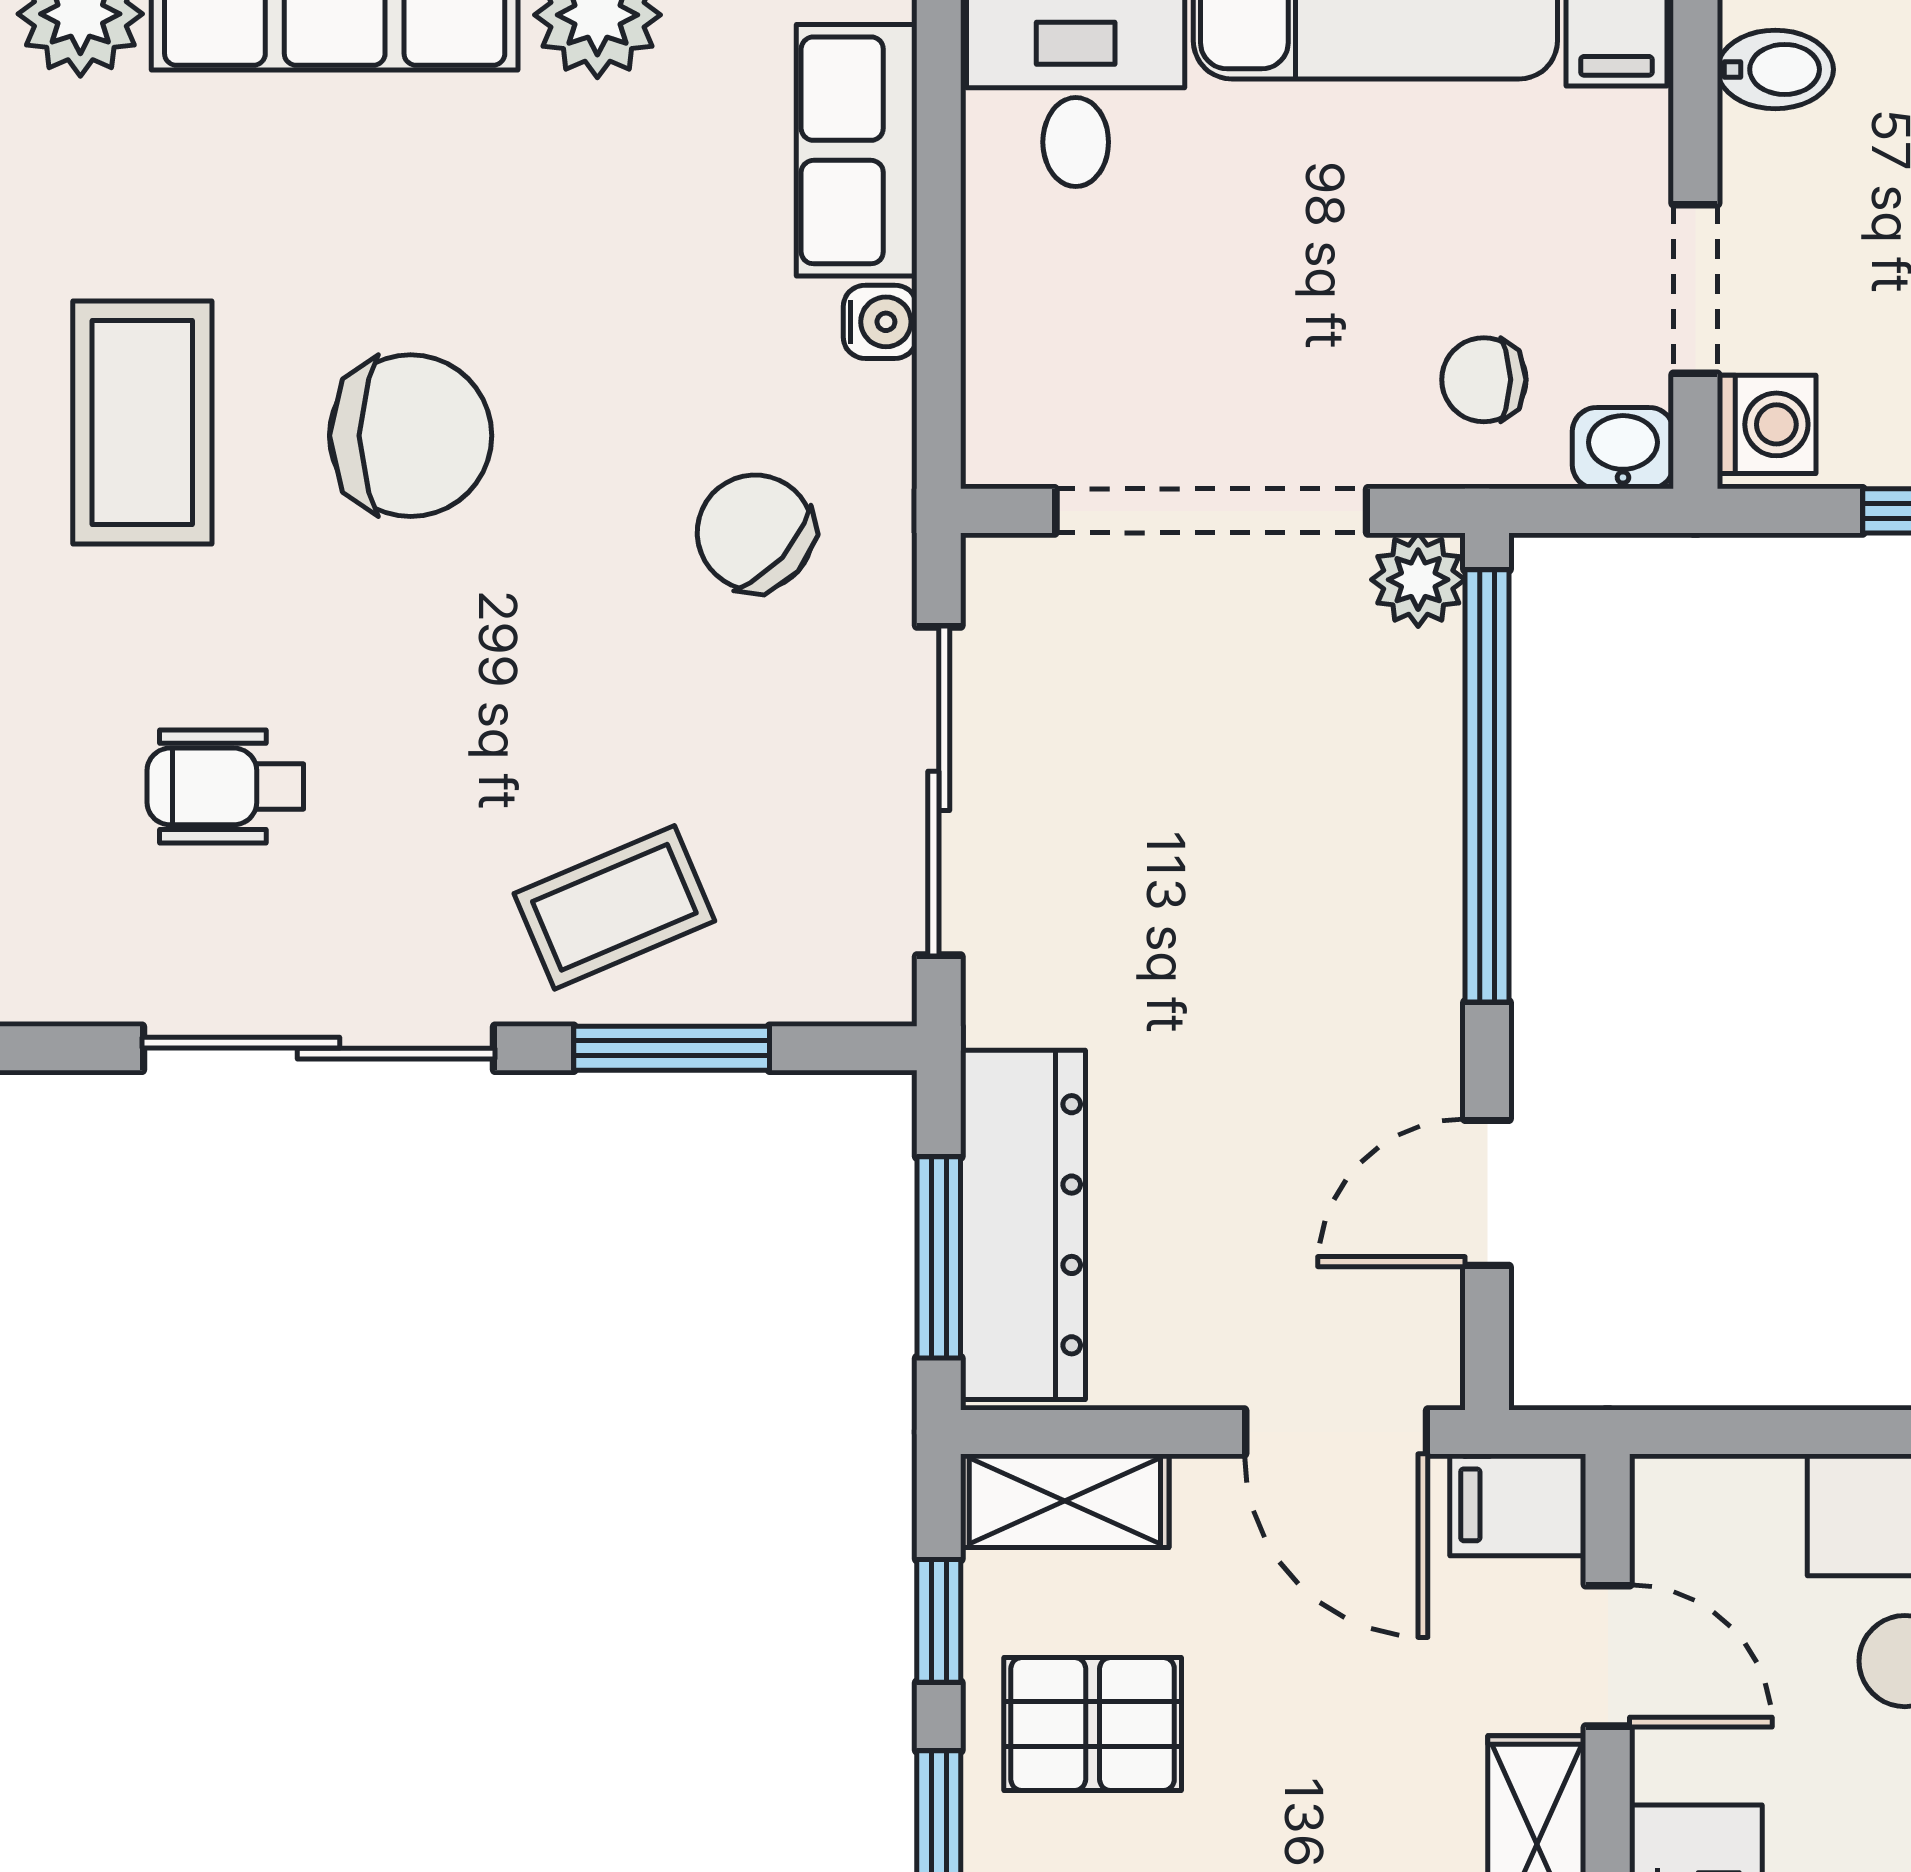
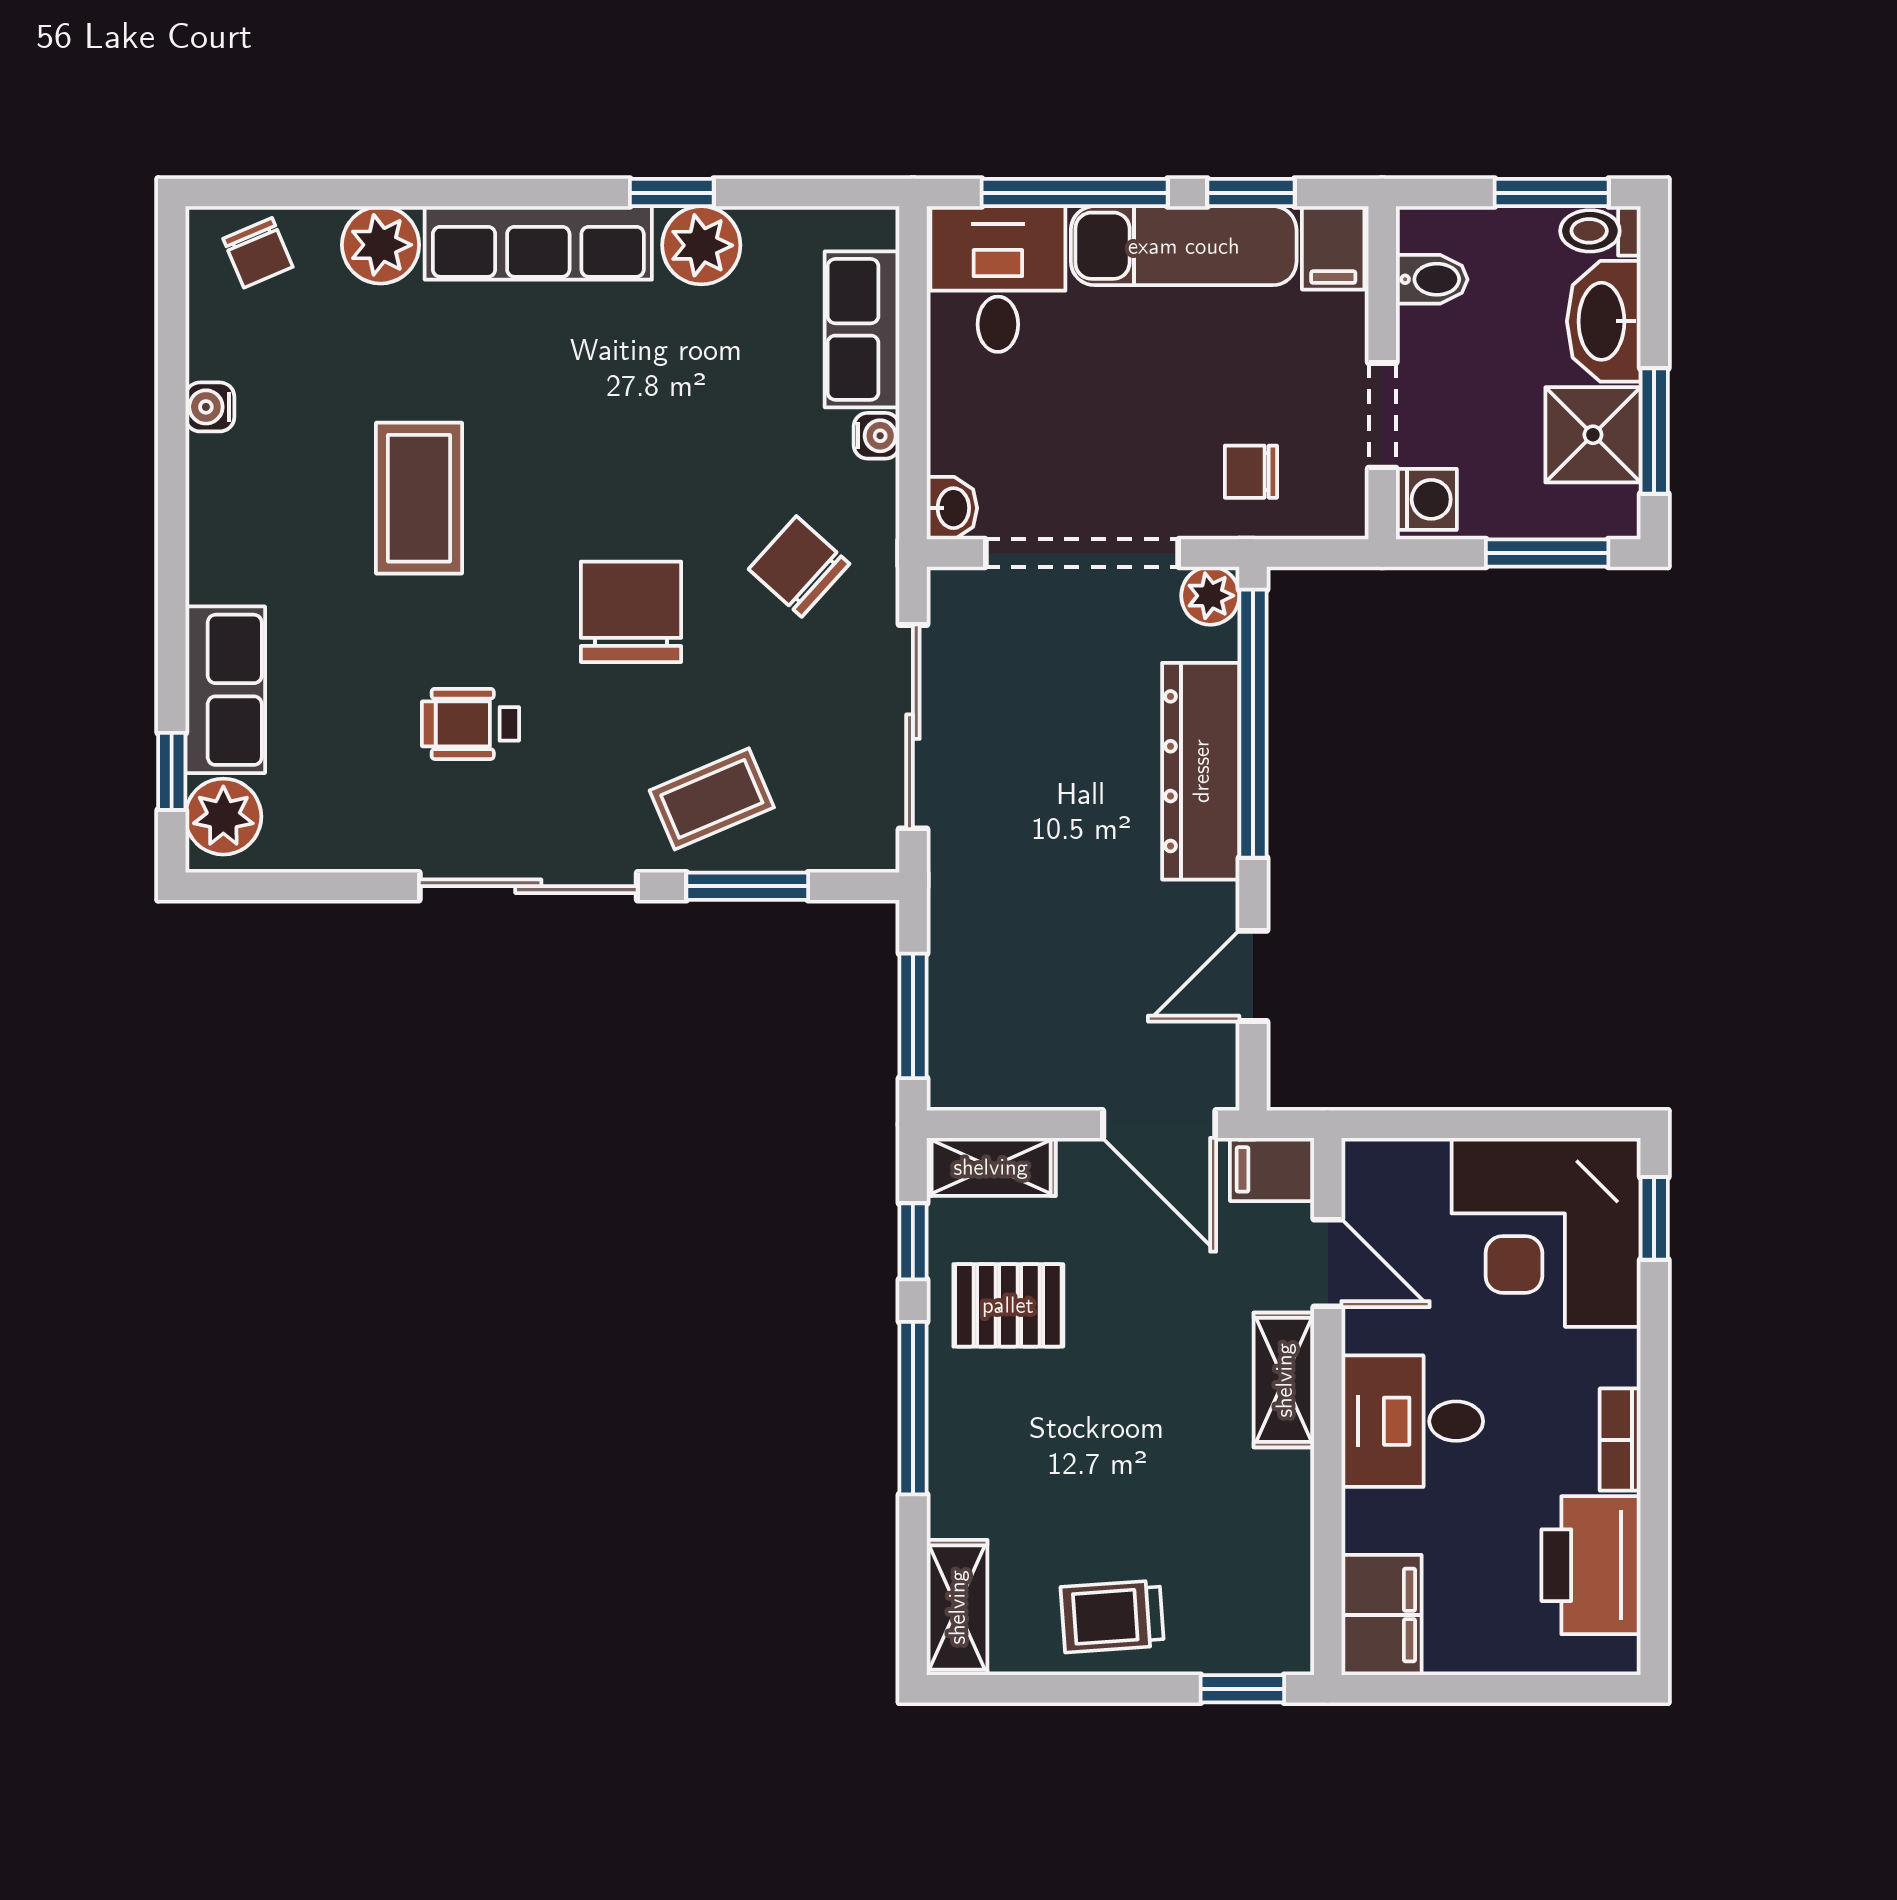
chair: (411, 436) -> (631, 612), moved, turned -90
washbasin: (1623, 448) -> (952, 508), moved, turned 90
dresser: (1023, 1225) -> (1201, 771), moved, turned 180

